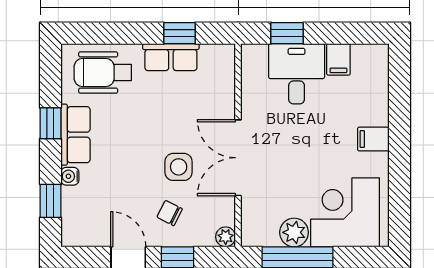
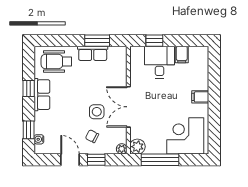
window: (179, 33) -> (97, 41), width x1.50
water cooler: (70, 176) -> (39, 139), moved
plant: (294, 232) -> (137, 147), moved

